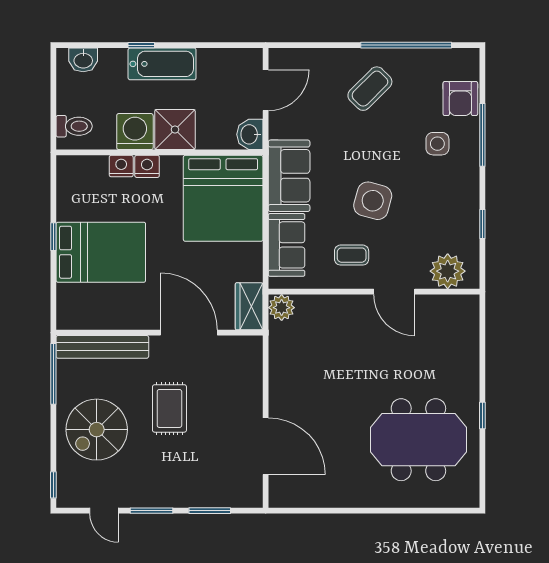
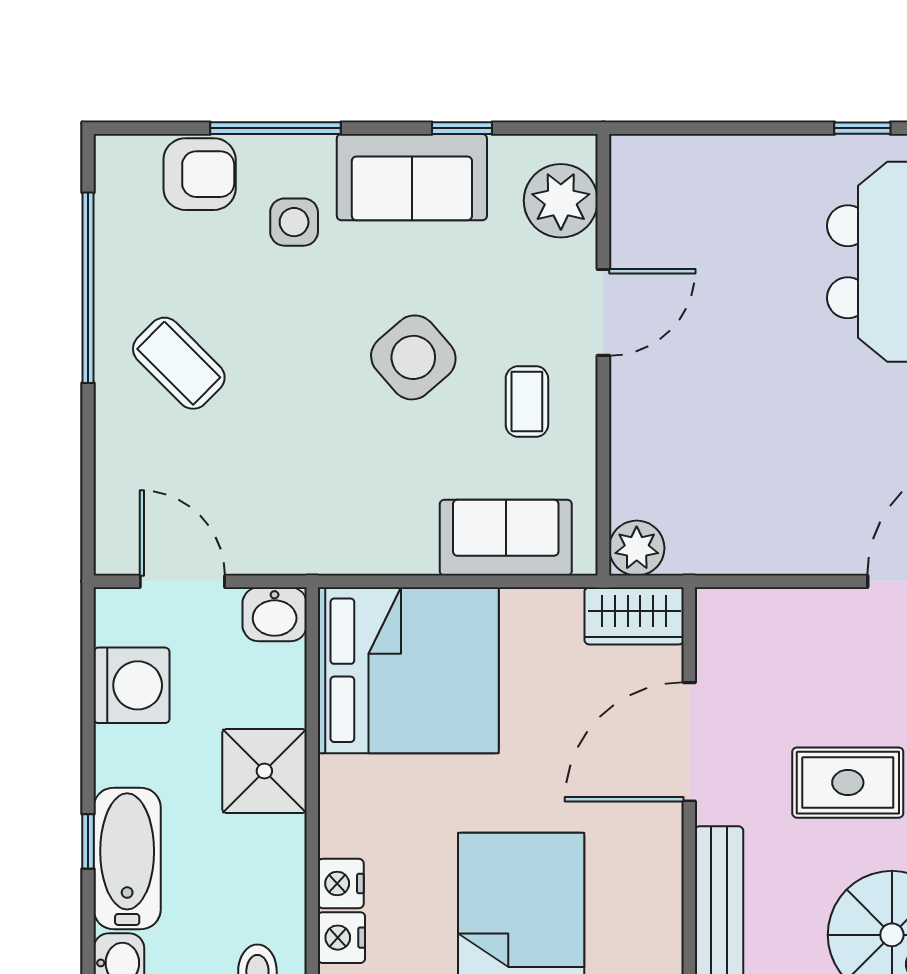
bathtub: (162, 64) -> (127, 858), moved
washing machine: (135, 132) -> (132, 685), moved, turned 180
nightstand: (147, 166) -> (341, 938), moved
sofa: (289, 176) -> (412, 177), moved, turned 180
side table: (373, 201) -> (413, 357), turned 34

